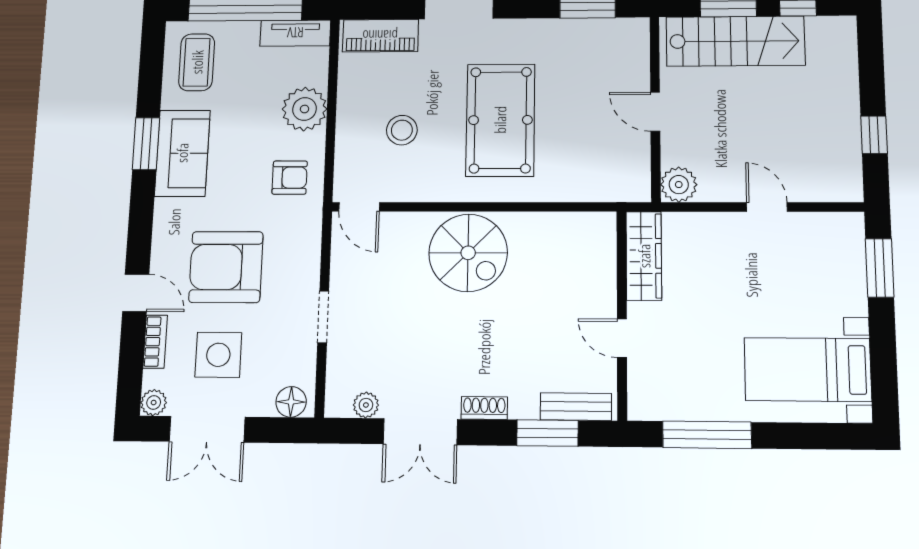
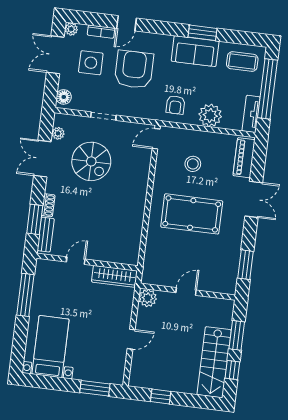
stairs: (735, 41) -> (214, 362), moved
spiral stairs: (468, 253) -> (91, 161), moved, turned -90
shoe rack: (484, 408) -> (48, 205), moved

